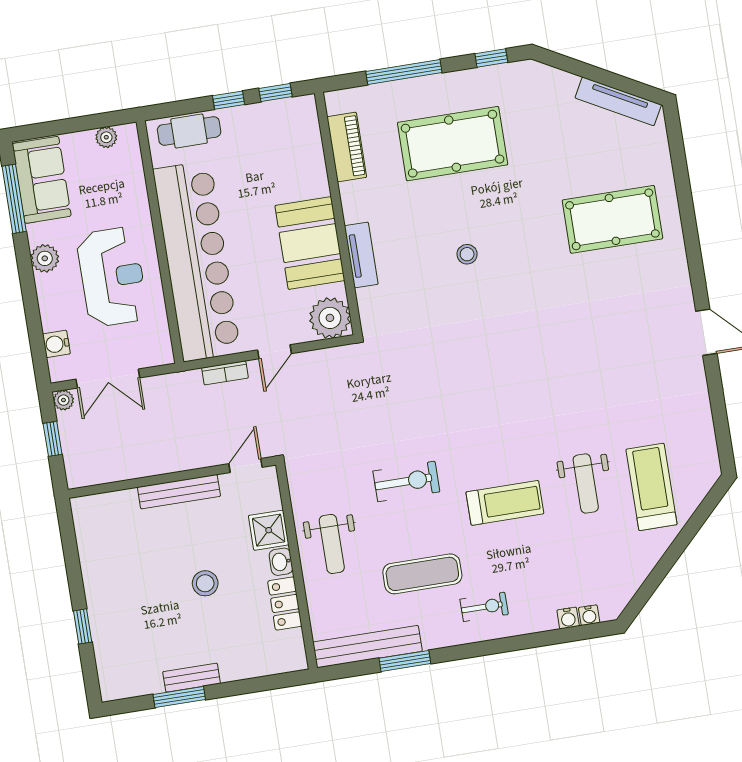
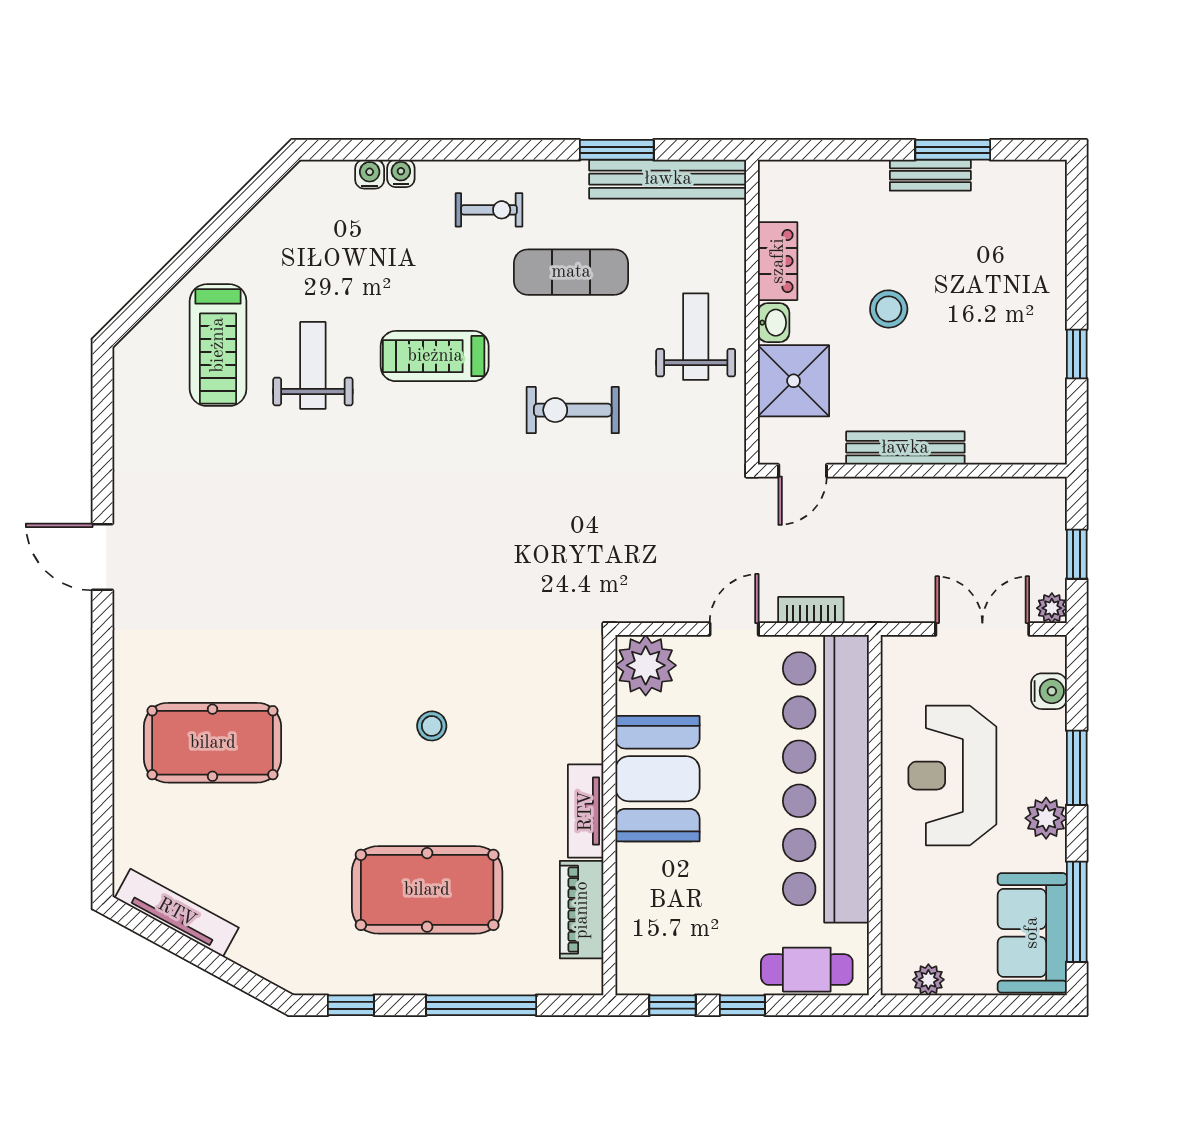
tv unit: (361, 255) -> (586, 811), moved
window: (30, 296) -> (1077, 768), added
shower: (269, 530) -> (794, 381), width x1.36, depth x1.36
exercise bike: (484, 607) -> (489, 210), turned 180
water cooler: (589, 615) -> (401, 173), moved
window: (83, 626) -> (1077, 354), moved

